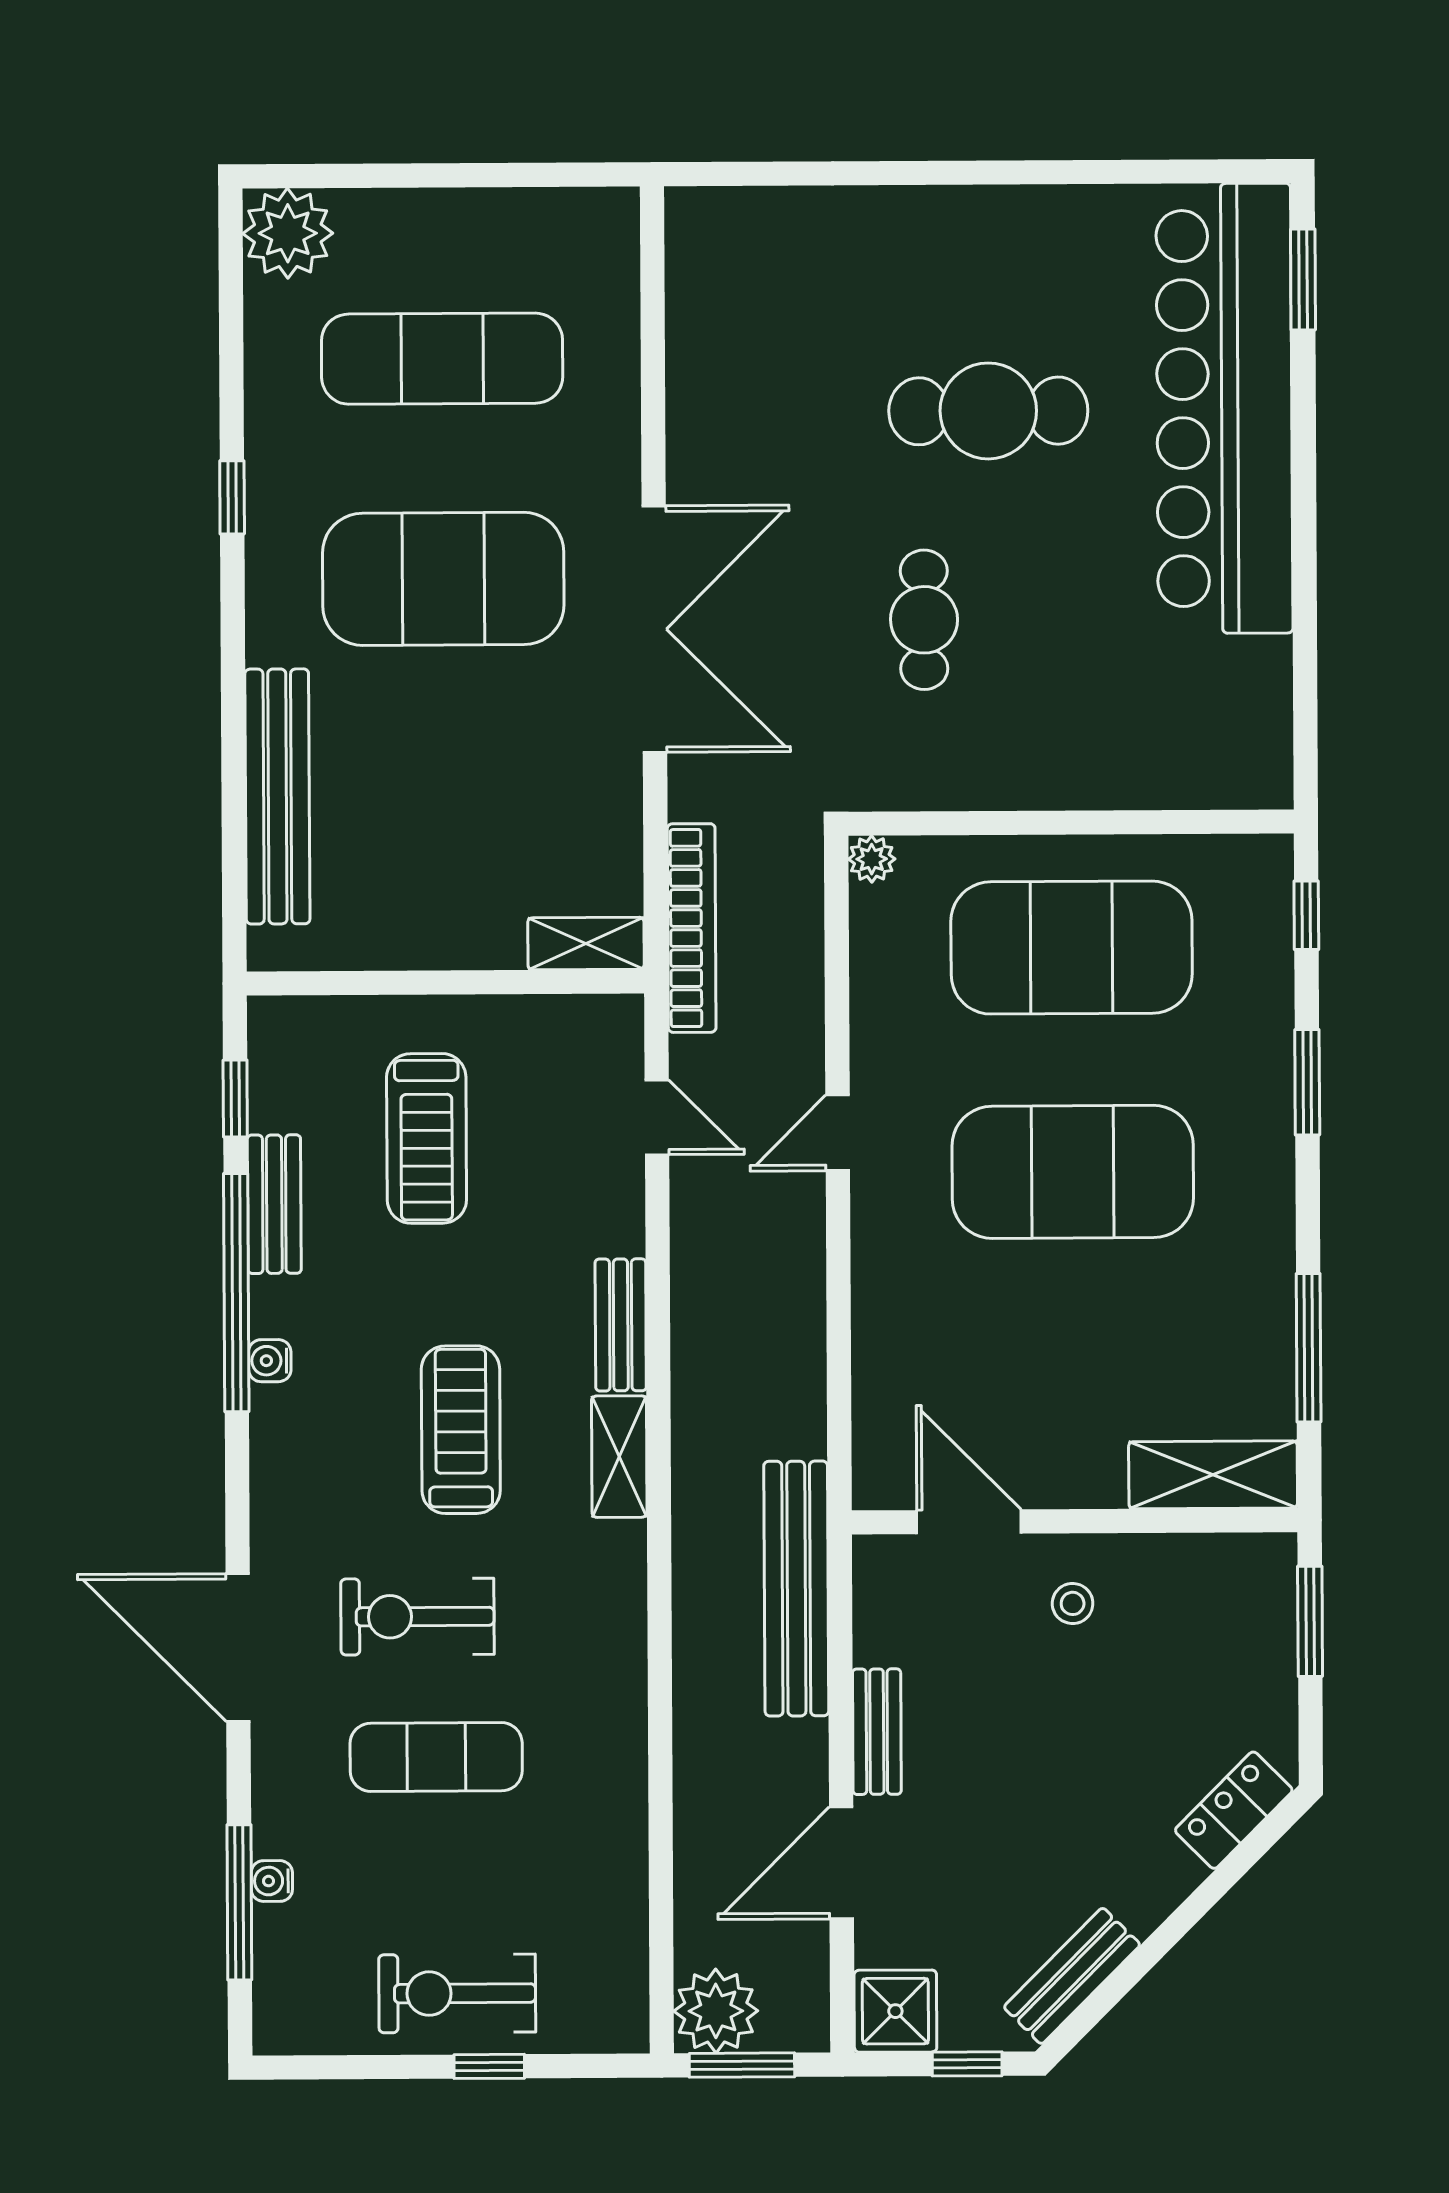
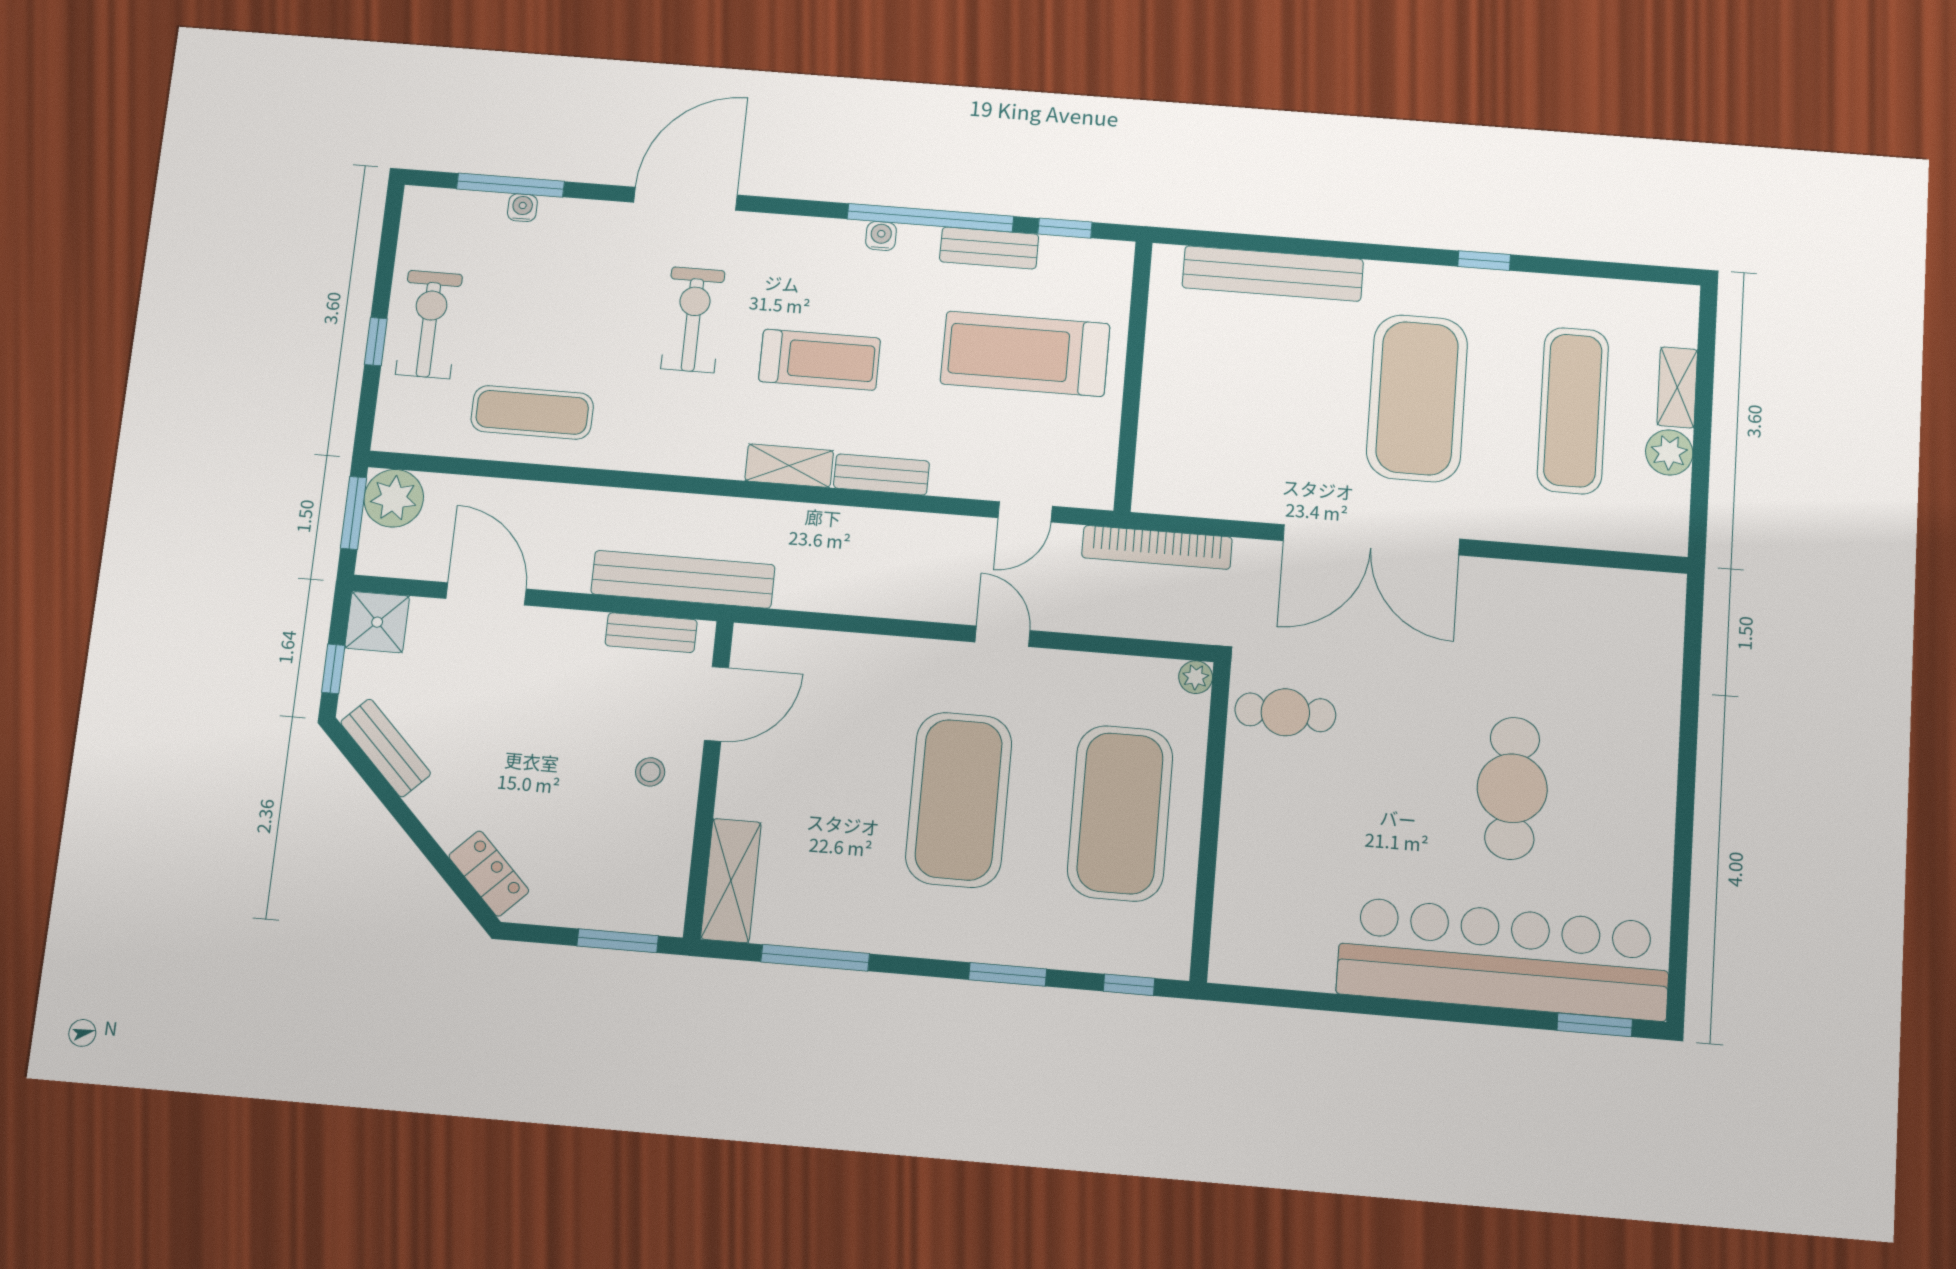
plant: (288, 233) -> (1669, 452), moved, width x0.73, depth x0.73
cafe table: (924, 620) -> (1285, 712), moved
shelving: (586, 944) -> (1677, 387), moved
treadmill: (427, 1138) -> (1025, 354), width x1.37, depth x1.38
bench: (877, 1732) -> (651, 633), moved
exercise mat: (436, 1757) -> (532, 412), moved, turned 90

